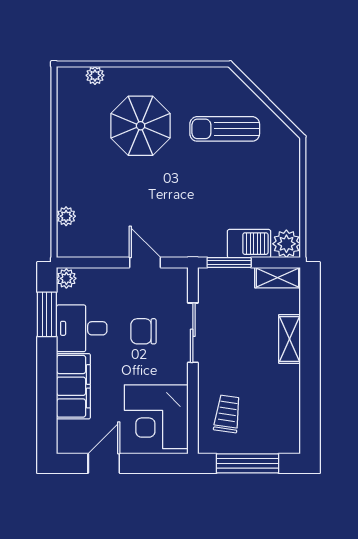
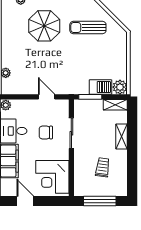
trolley: (227, 414) -> (103, 167), moved
door: (104, 463) -> (25, 201), hinge flipped

